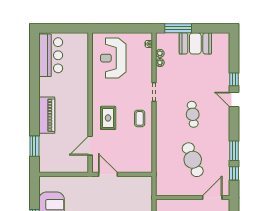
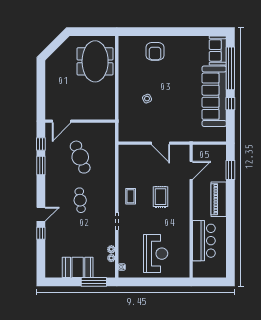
bar counter: (51, 55) -> (204, 241), moved, turned 180
door: (234, 99) -> (41, 214), hinge flipped
wall: (90, 103) -> (191, 211), moved
door: (90, 146) -> (191, 170), moved

